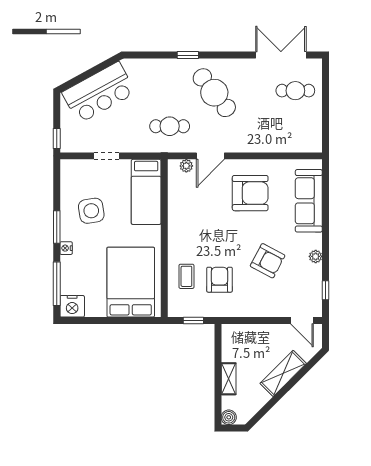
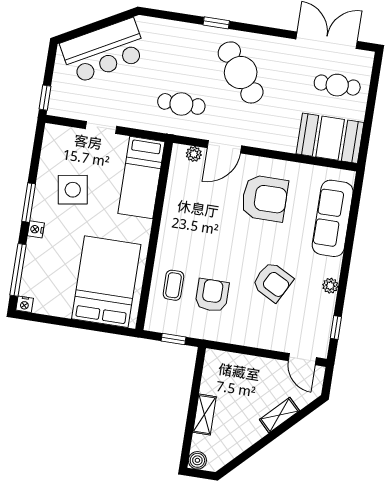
booth: (296, 135) -> (330, 138), added
nightstand: (72, 306) -> (25, 304), width x0.53, depth x0.56
shelving: (283, 373) -> (279, 415), width x0.67, depth x0.75

